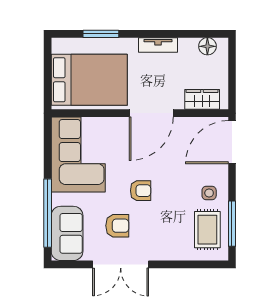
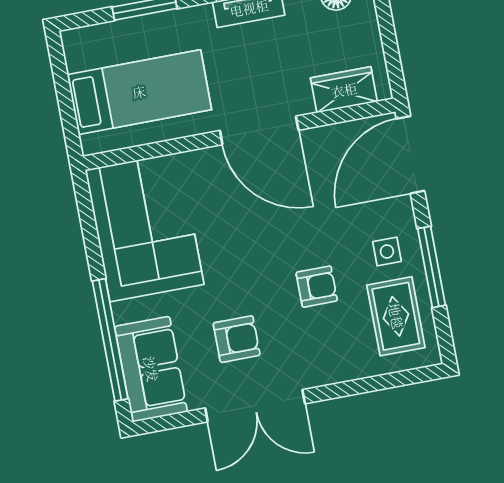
bed: (89, 80) -> (139, 92), width x0.67
door: (151, 113) -> (259, 130), hinge flipped
armchair: (141, 191) -> (317, 287), moved
window: (232, 224) -> (431, 267), moved

